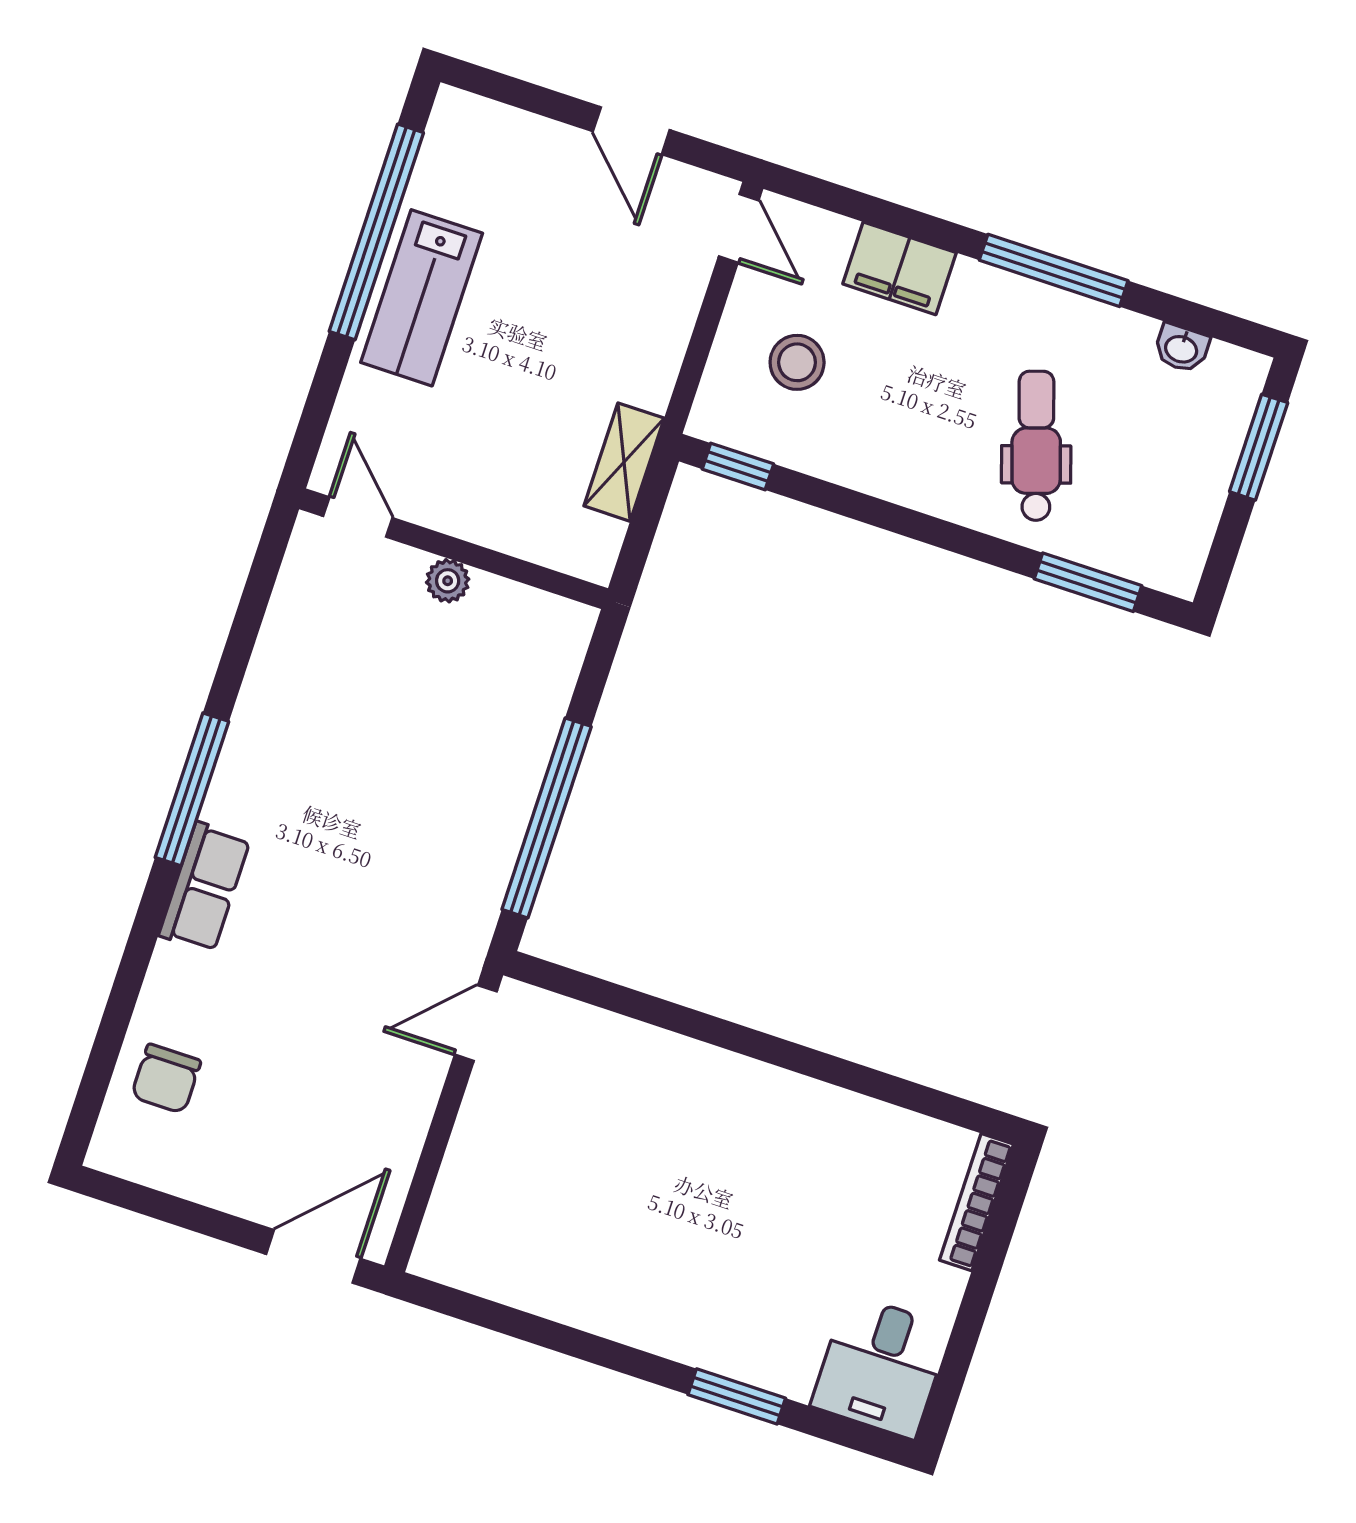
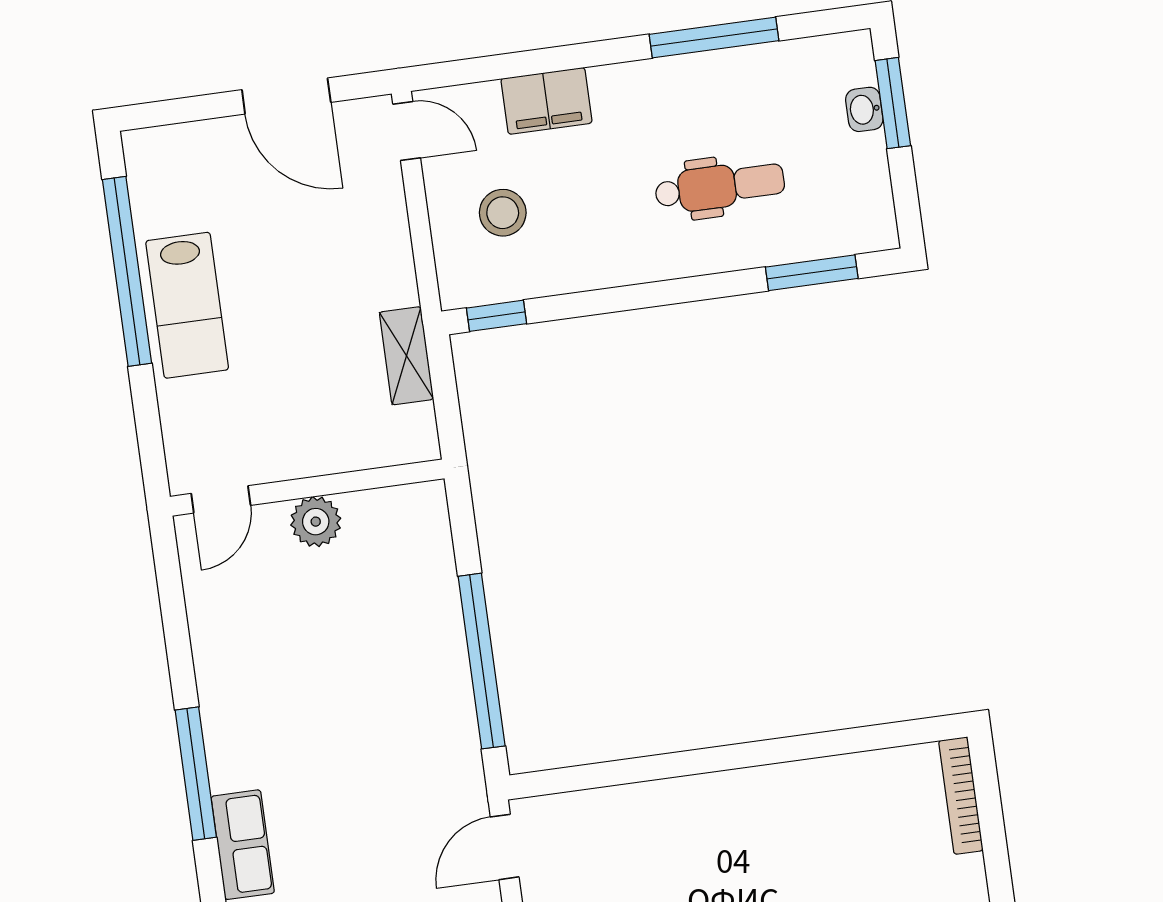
door: (631, 131) -> (286, 96), width x1.38
window: (1054, 270) -> (714, 37), moved
washbasin: (1181, 348) -> (864, 109), moved, turned 90
dental chair: (1036, 446) -> (720, 186), turned 108
door: (358, 517) -> (221, 499), swing flipped
plant: (448, 581) -> (316, 522), width x1.38, depth x1.38

